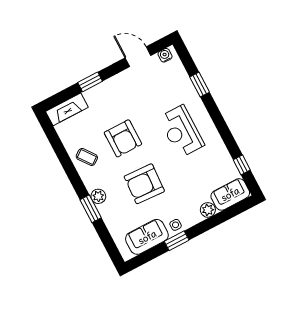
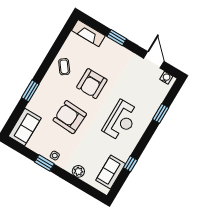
reception desk: (181, 131) -> (121, 121), turned 180
window: (242, 165) -> (130, 164), moved
sofa: (230, 194) -> (111, 172), moved, turned -90
plant: (98, 196) -> (42, 91), removed
sofa: (147, 237) -> (25, 127), moved, turned 90

